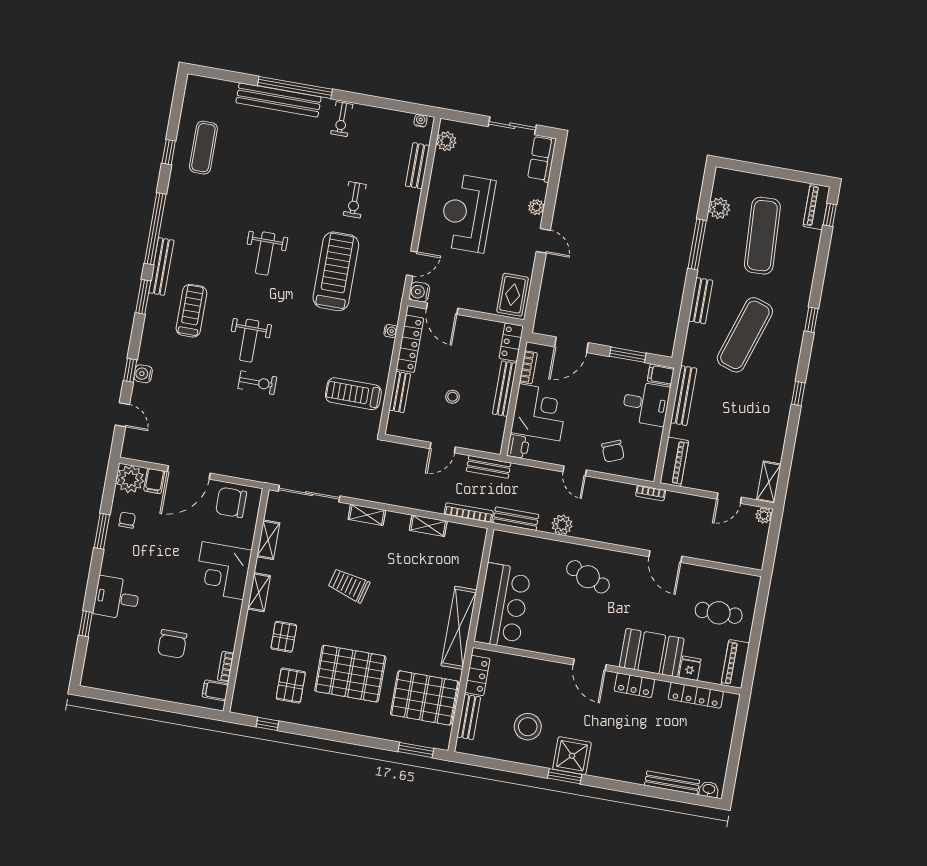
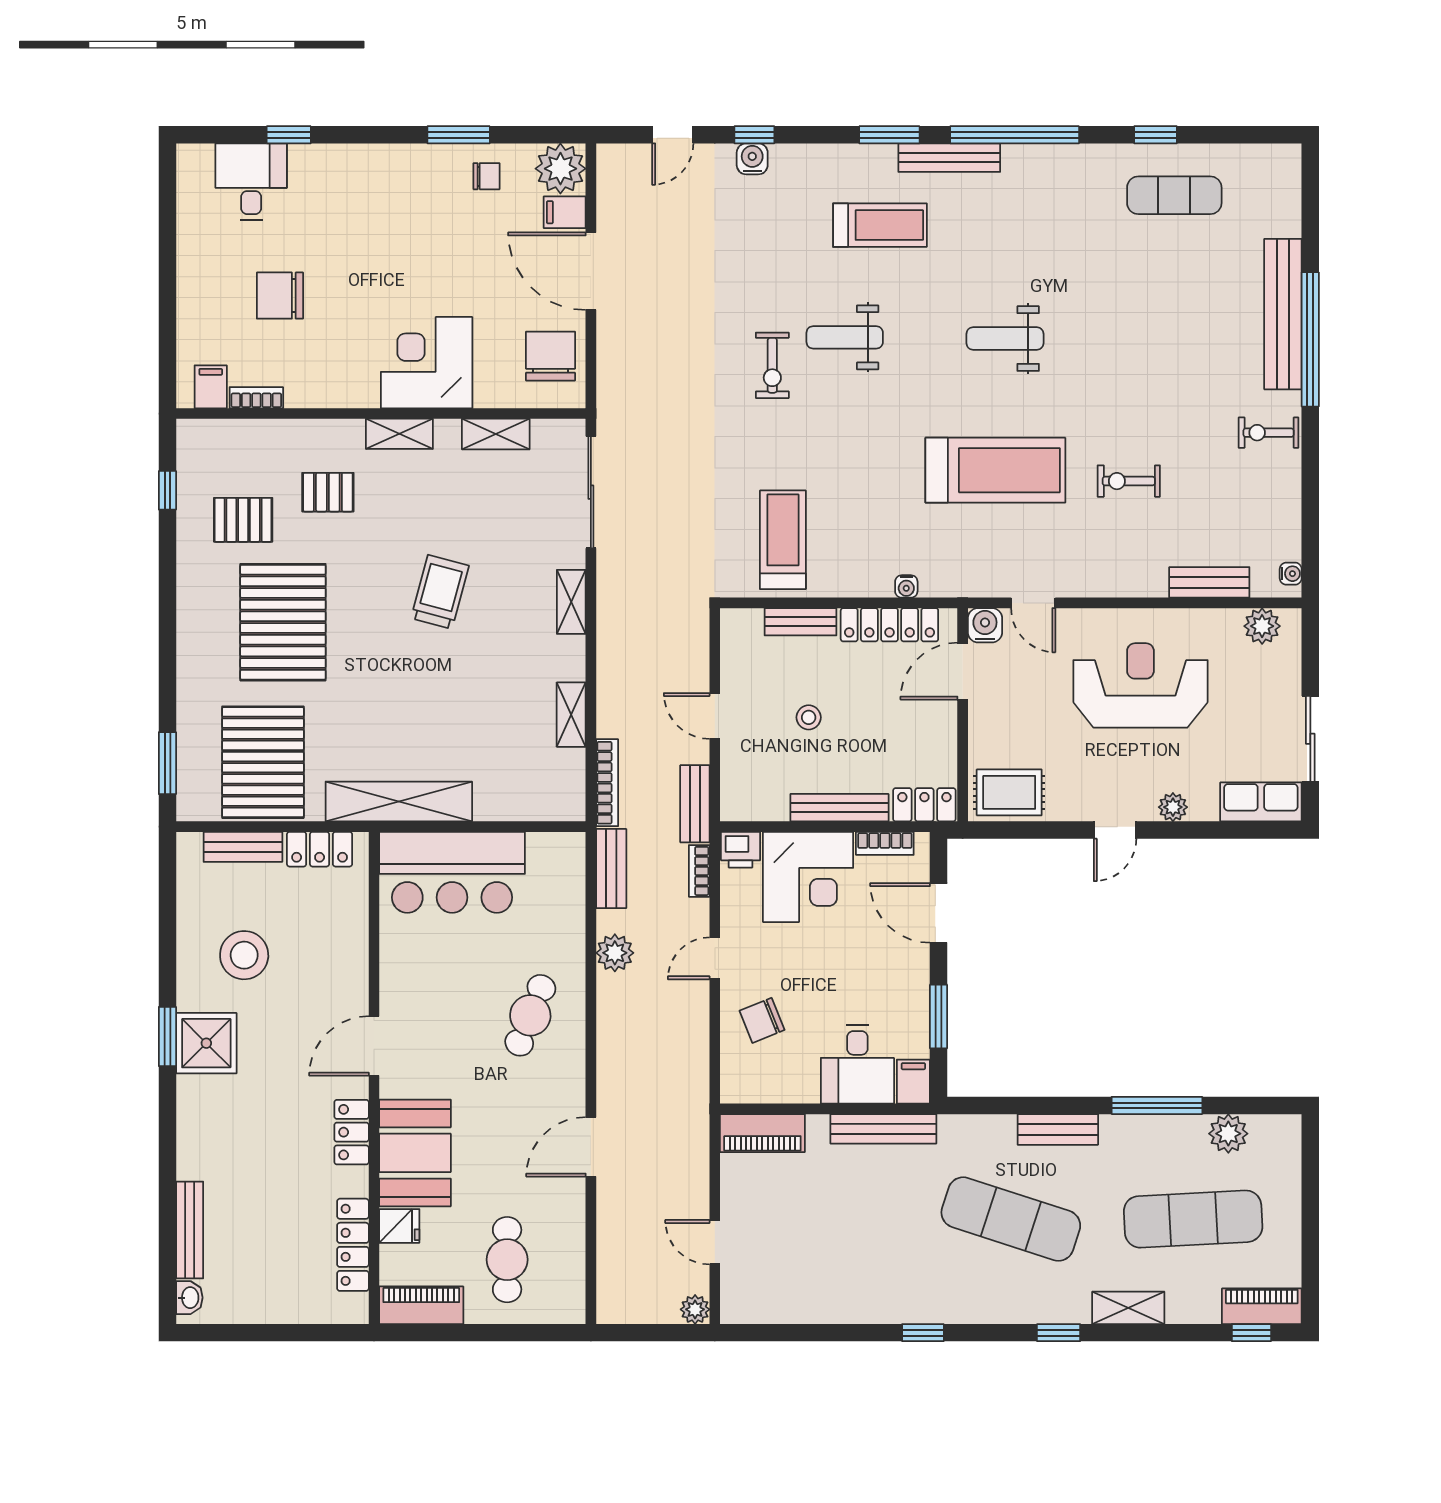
shelving: (769, 482) -> (1128, 1308), moved
bookcase: (651, 493) -> (699, 871), moved
desk: (117, 598) -> (251, 182), moved

